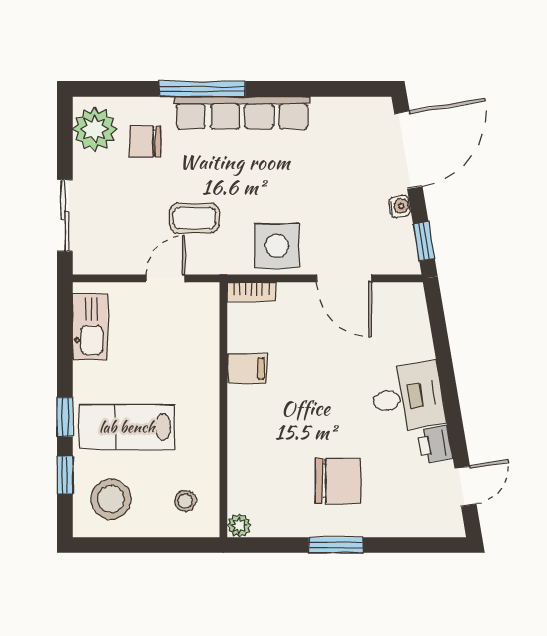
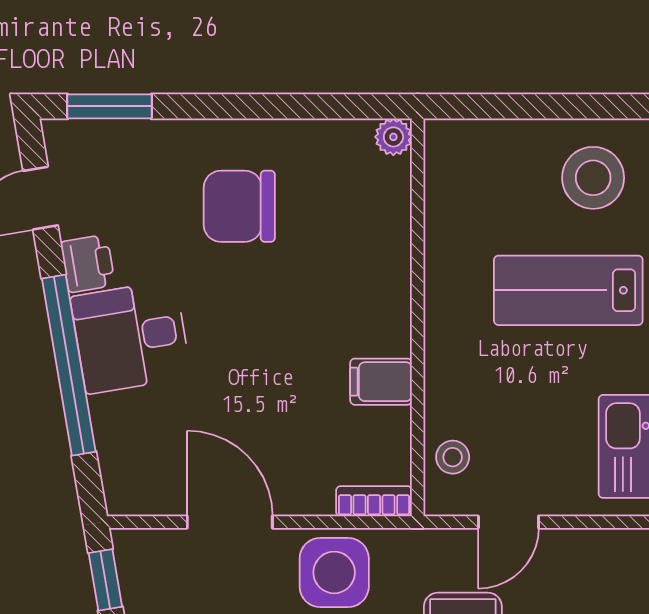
window: (447, 379) -> (69, 365), added
lab bench: (127, 427) -> (568, 290), turned 180
stool: (185, 501) -> (453, 457), moved
window: (336, 545) -> (109, 106), moved

